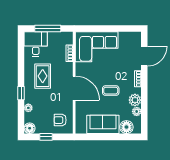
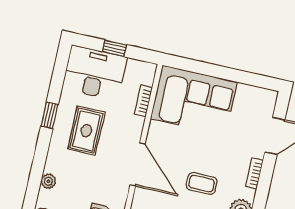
window: (48, 29) -> (114, 48), width x0.46
desk: (36, 44) -> (95, 73), width x1.37
window: (21, 93) -> (50, 115), moved

